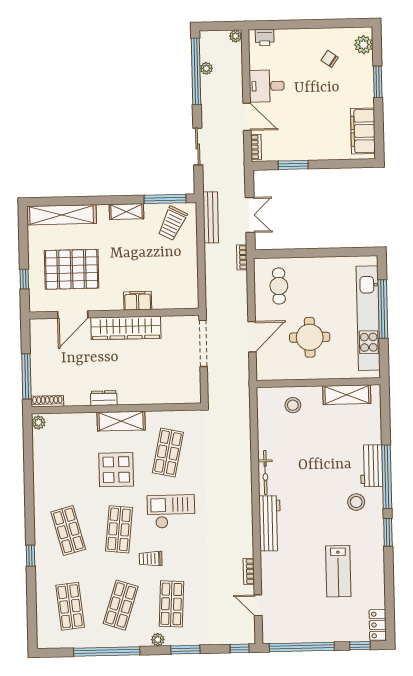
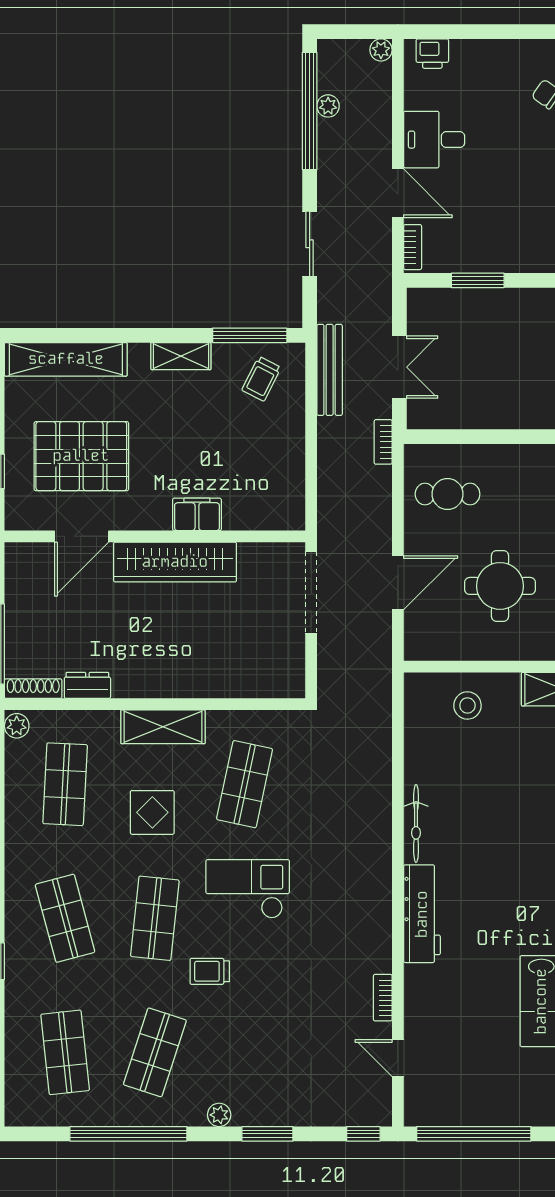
trolley: (172, 223) -> (261, 379), width x0.73, depth x0.72
cafe table: (279, 286) -> (448, 494), turned 90
dresser: (104, 398) -> (87, 685), moved
display table: (116, 470) -> (152, 812), width x0.73, depth x0.73
shop shelf: (171, 604) -> (65, 784), moved

